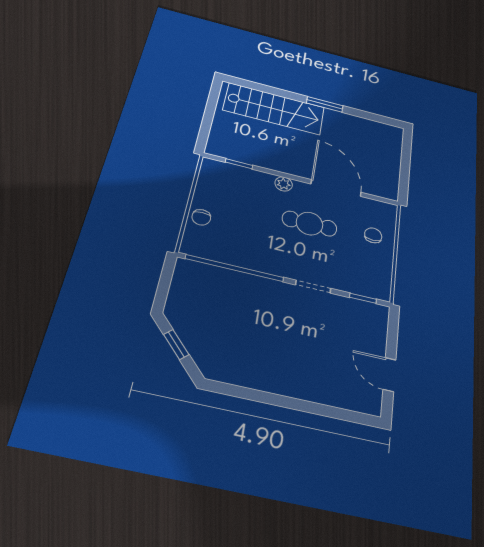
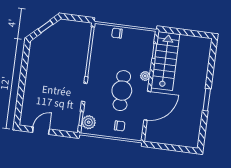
stairs: (274, 109) -> (165, 61), moved, turned 180
cafe table: (310, 224) -> (122, 91), width x1.37, depth x1.35
plant: (369, 286) -> (89, 122), added

